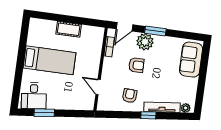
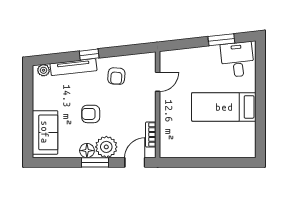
cot: (69, 29) -> (205, 149), removed
floor lamp: (160, 41) -> (87, 151), added
armchair: (136, 65) -> (91, 114), moved
door: (98, 87) -> (158, 82), hinge flipped

